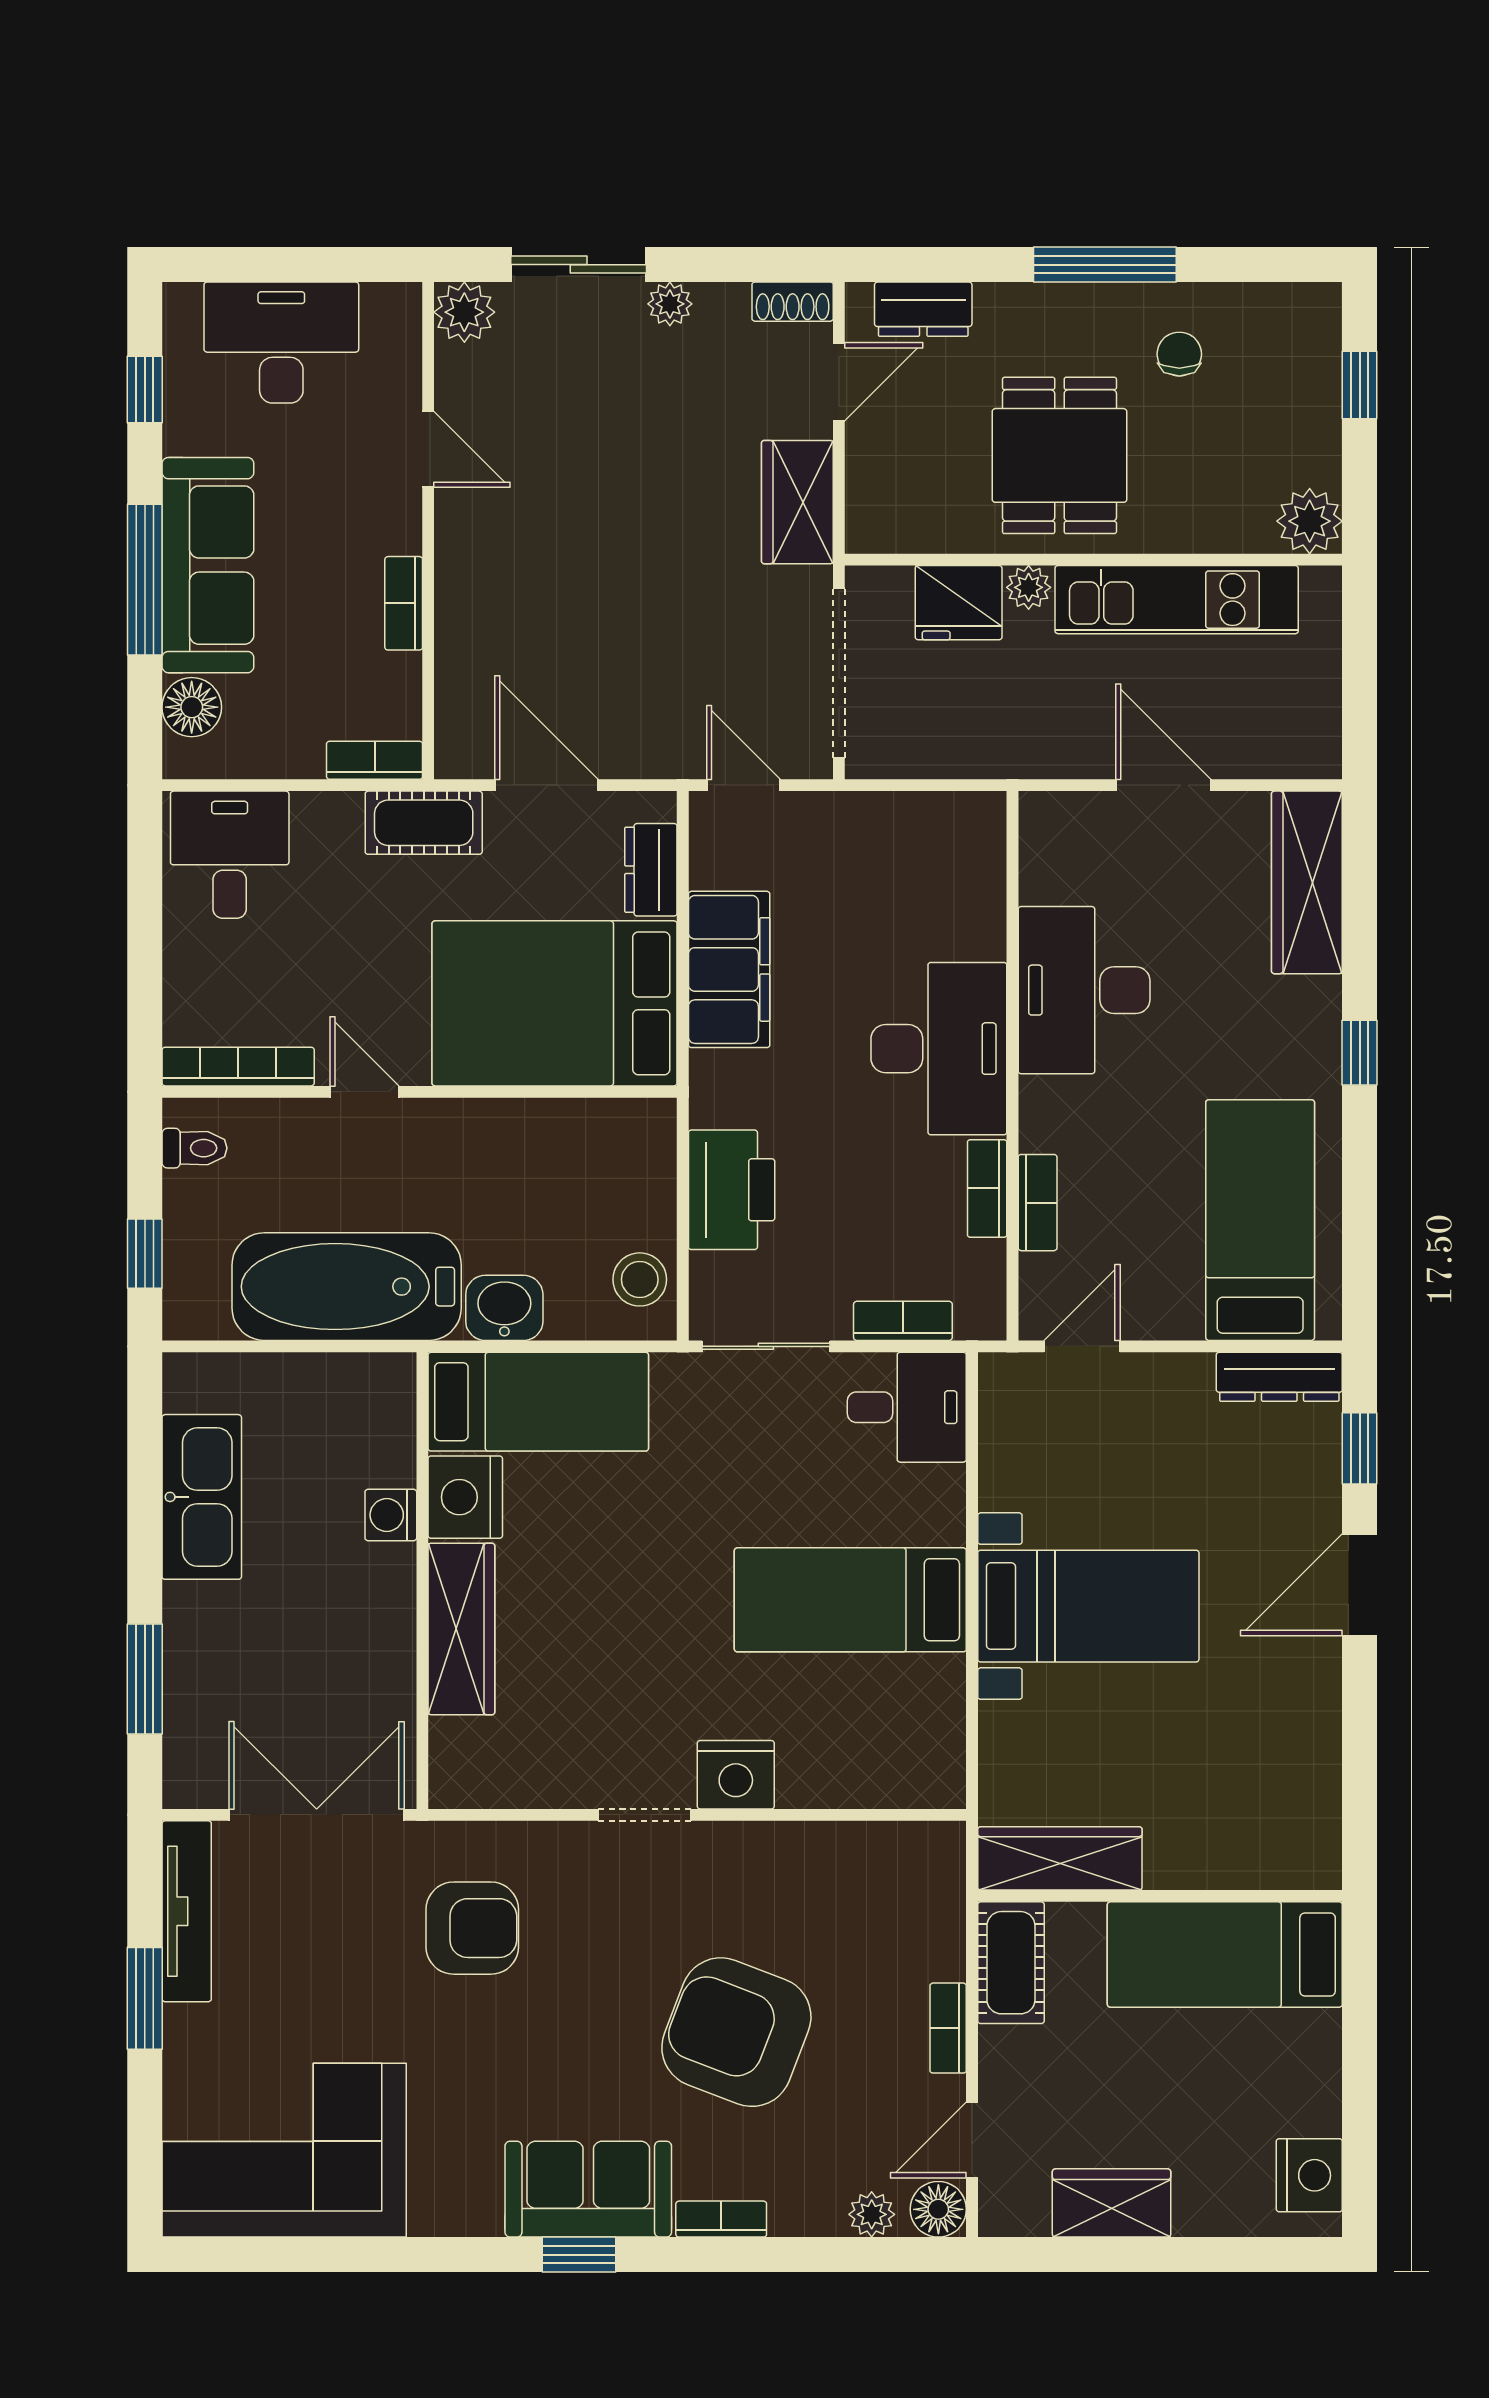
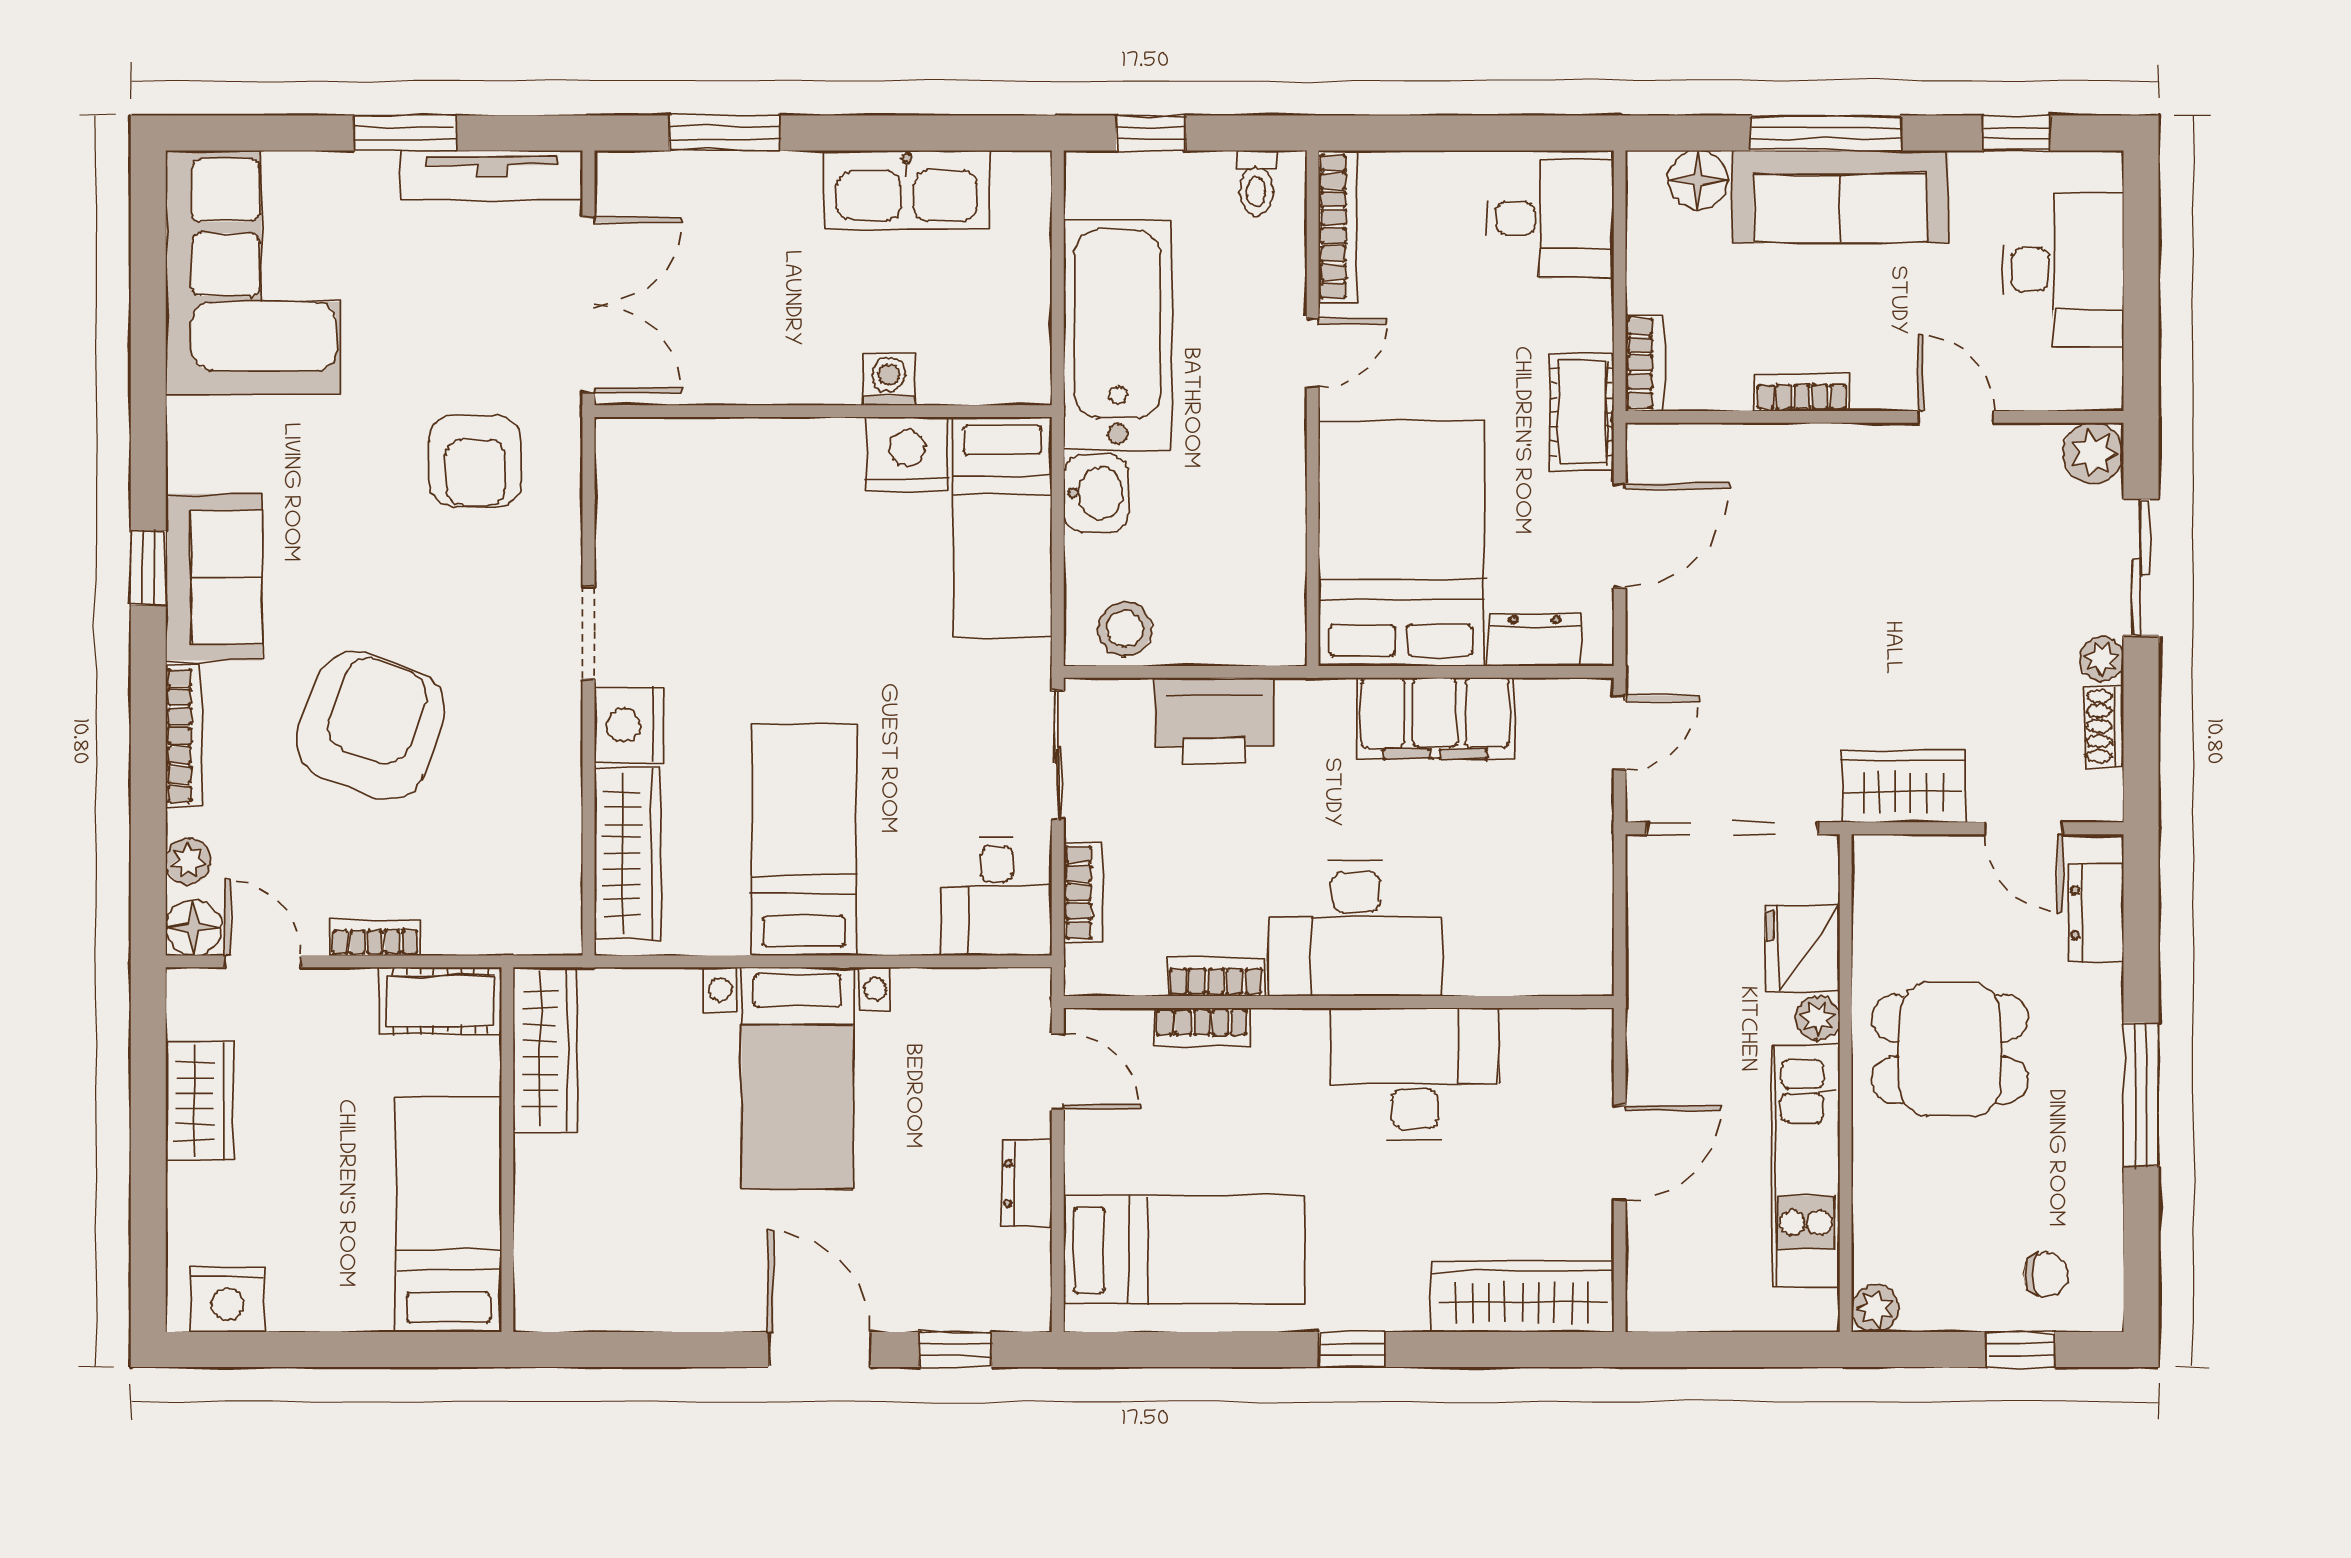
shoe rack: (793, 302) -> (2104, 726), moved
chair: (1179, 354) -> (2046, 1275), moved
door: (428, 449) -> (1956, 417), swing flipped
plant: (1310, 521) -> (1875, 1308), width x0.73, depth x0.73
dresser: (1279, 1377) -> (1027, 1183), moved, width x0.70
wardrobe: (461, 1629) -> (628, 854), moved, turned -90
bookcase: (721, 2219) -> (184, 736), width x1.56

